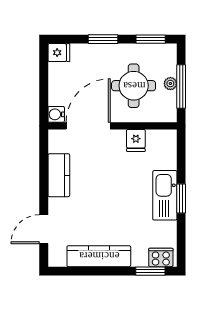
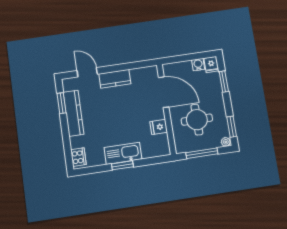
window: (103, 39) -> (224, 82), moved
plant: (170, 84) -> (226, 142), moved
water cooler: (56, 114) -> (198, 65), moved
kitchen counter: (59, 175) -> (115, 79), moved
window: (150, 271) -> (61, 103), moved

